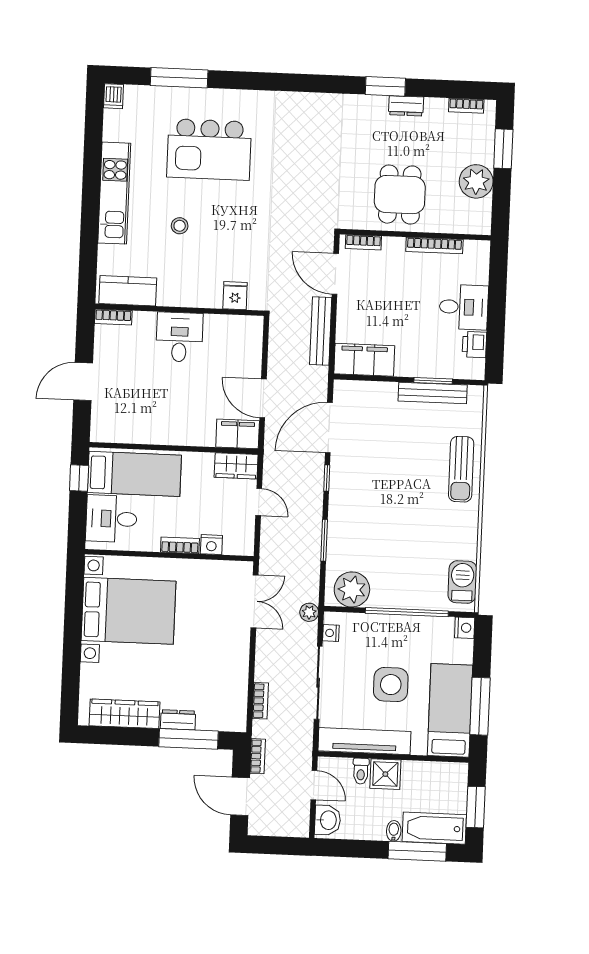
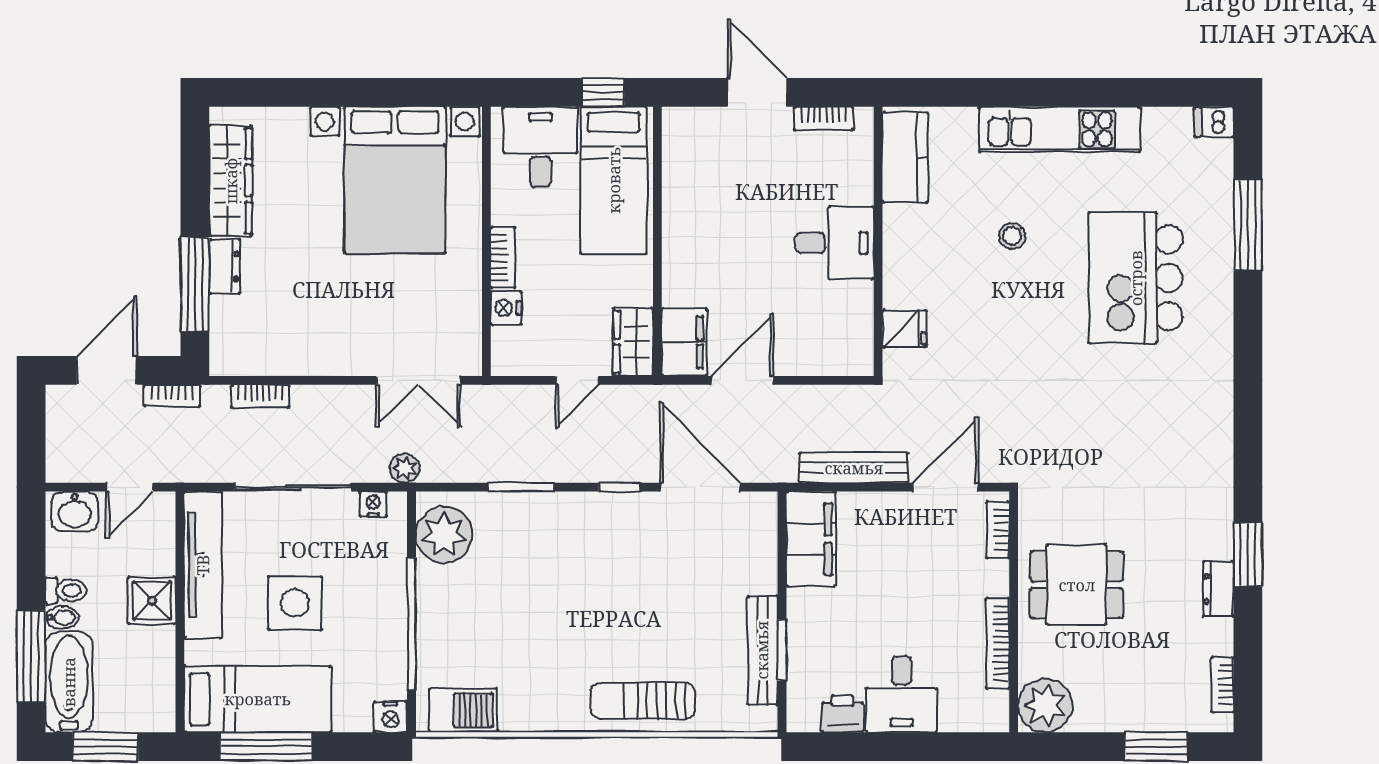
plant: (476, 181) -> (1045, 705), moved
bookcase: (113, 317) -> (823, 119), moved, turned -90
toilet: (361, 771) -> (66, 591), moved, turned 180

